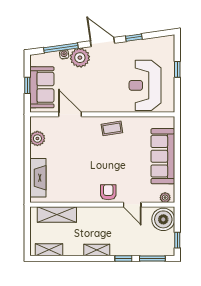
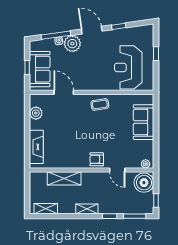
sofa: (163, 156) -> (144, 122), width x0.73
armchair: (108, 192) -> (97, 159), turned -90
shelving: (57, 214) -> (64, 178), moved

